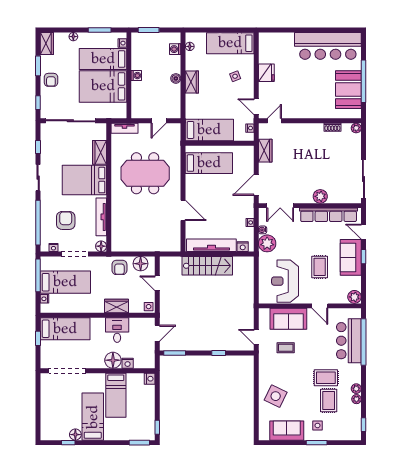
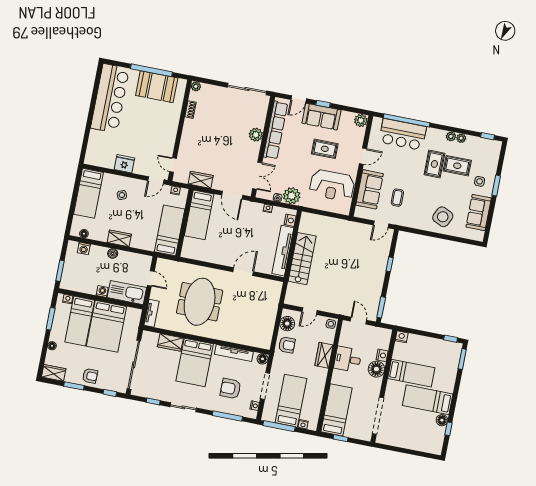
kitchen sink: (140, 100) -> (127, 293), added
bed: (209, 163) -> (199, 215), moved, turned 180
window: (38, 223) -> (227, 416), width x0.68

